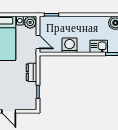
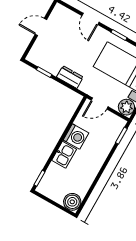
kitchen sink: (99, 46) -> (64, 155), moved

